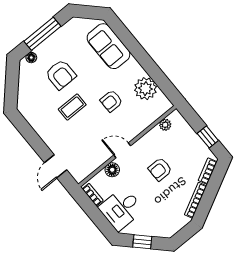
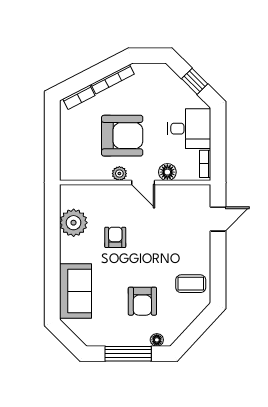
armchair: (61, 75) -> (142, 301), turned 180
armchair: (111, 101) -> (115, 237), turned -90
coffee table: (72, 107) -> (191, 284), moved
plant: (165, 125) -> (119, 174), moved
window: (208, 137) -> (52, 129), removed
armchair: (160, 169) -> (122, 136), width x1.88, depth x1.88

